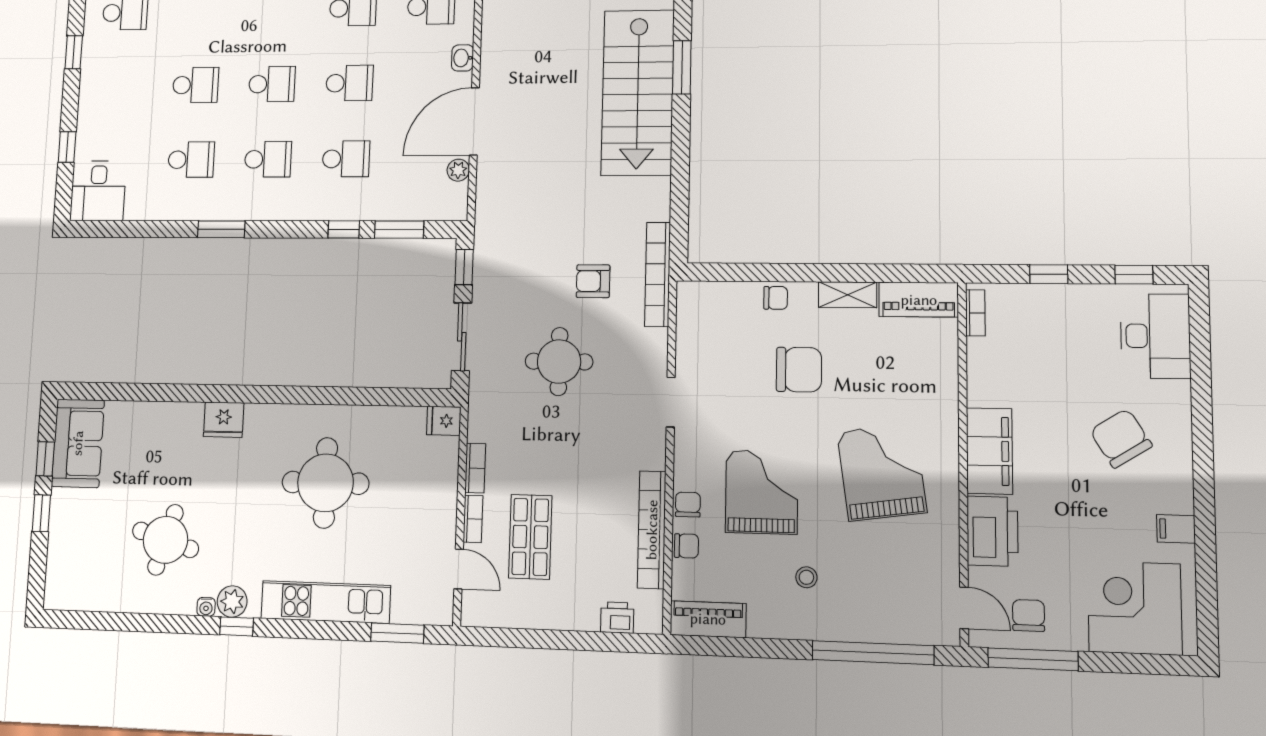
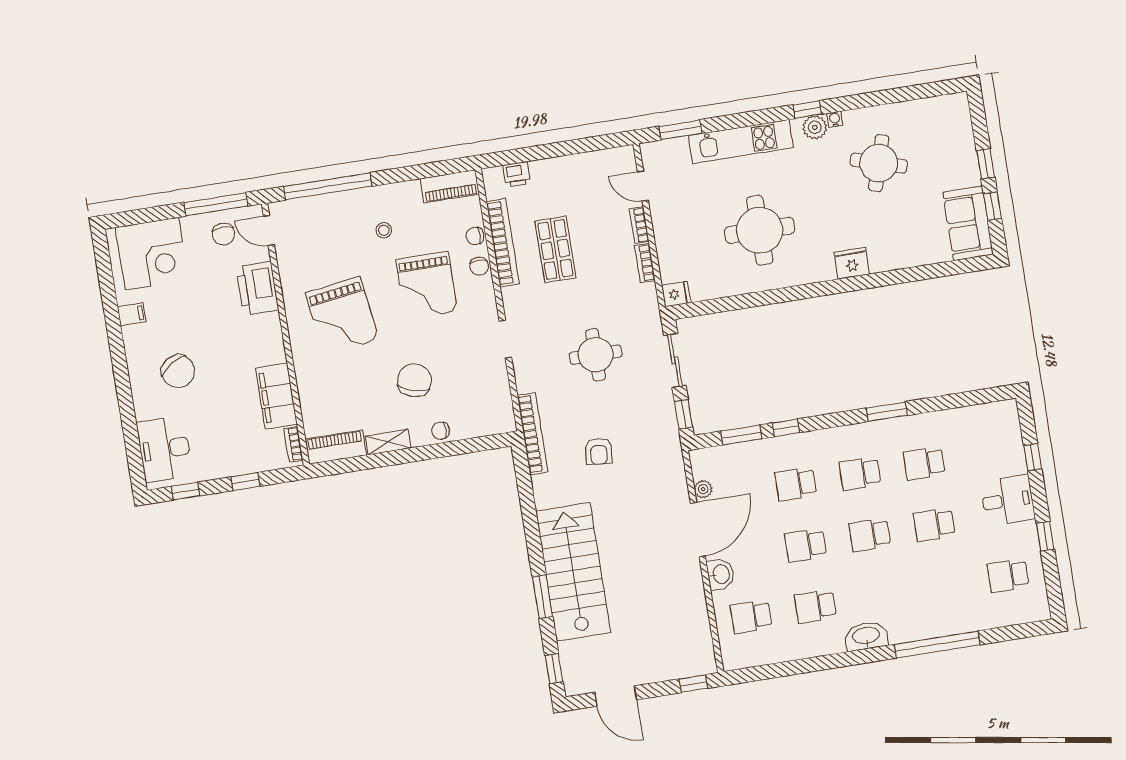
washbasin: (463, 58) -> (721, 574), width x1.38, depth x1.45
desk: (98, 191) -> (1008, 500), moved, turned 90
armchair: (593, 281) -> (599, 451), moved, turned 96
chair: (799, 370) -> (414, 380), turned 107
filing cabinet: (989, 451) -> (276, 396), moved
shop shelf: (530, 537) -> (555, 250), moved

